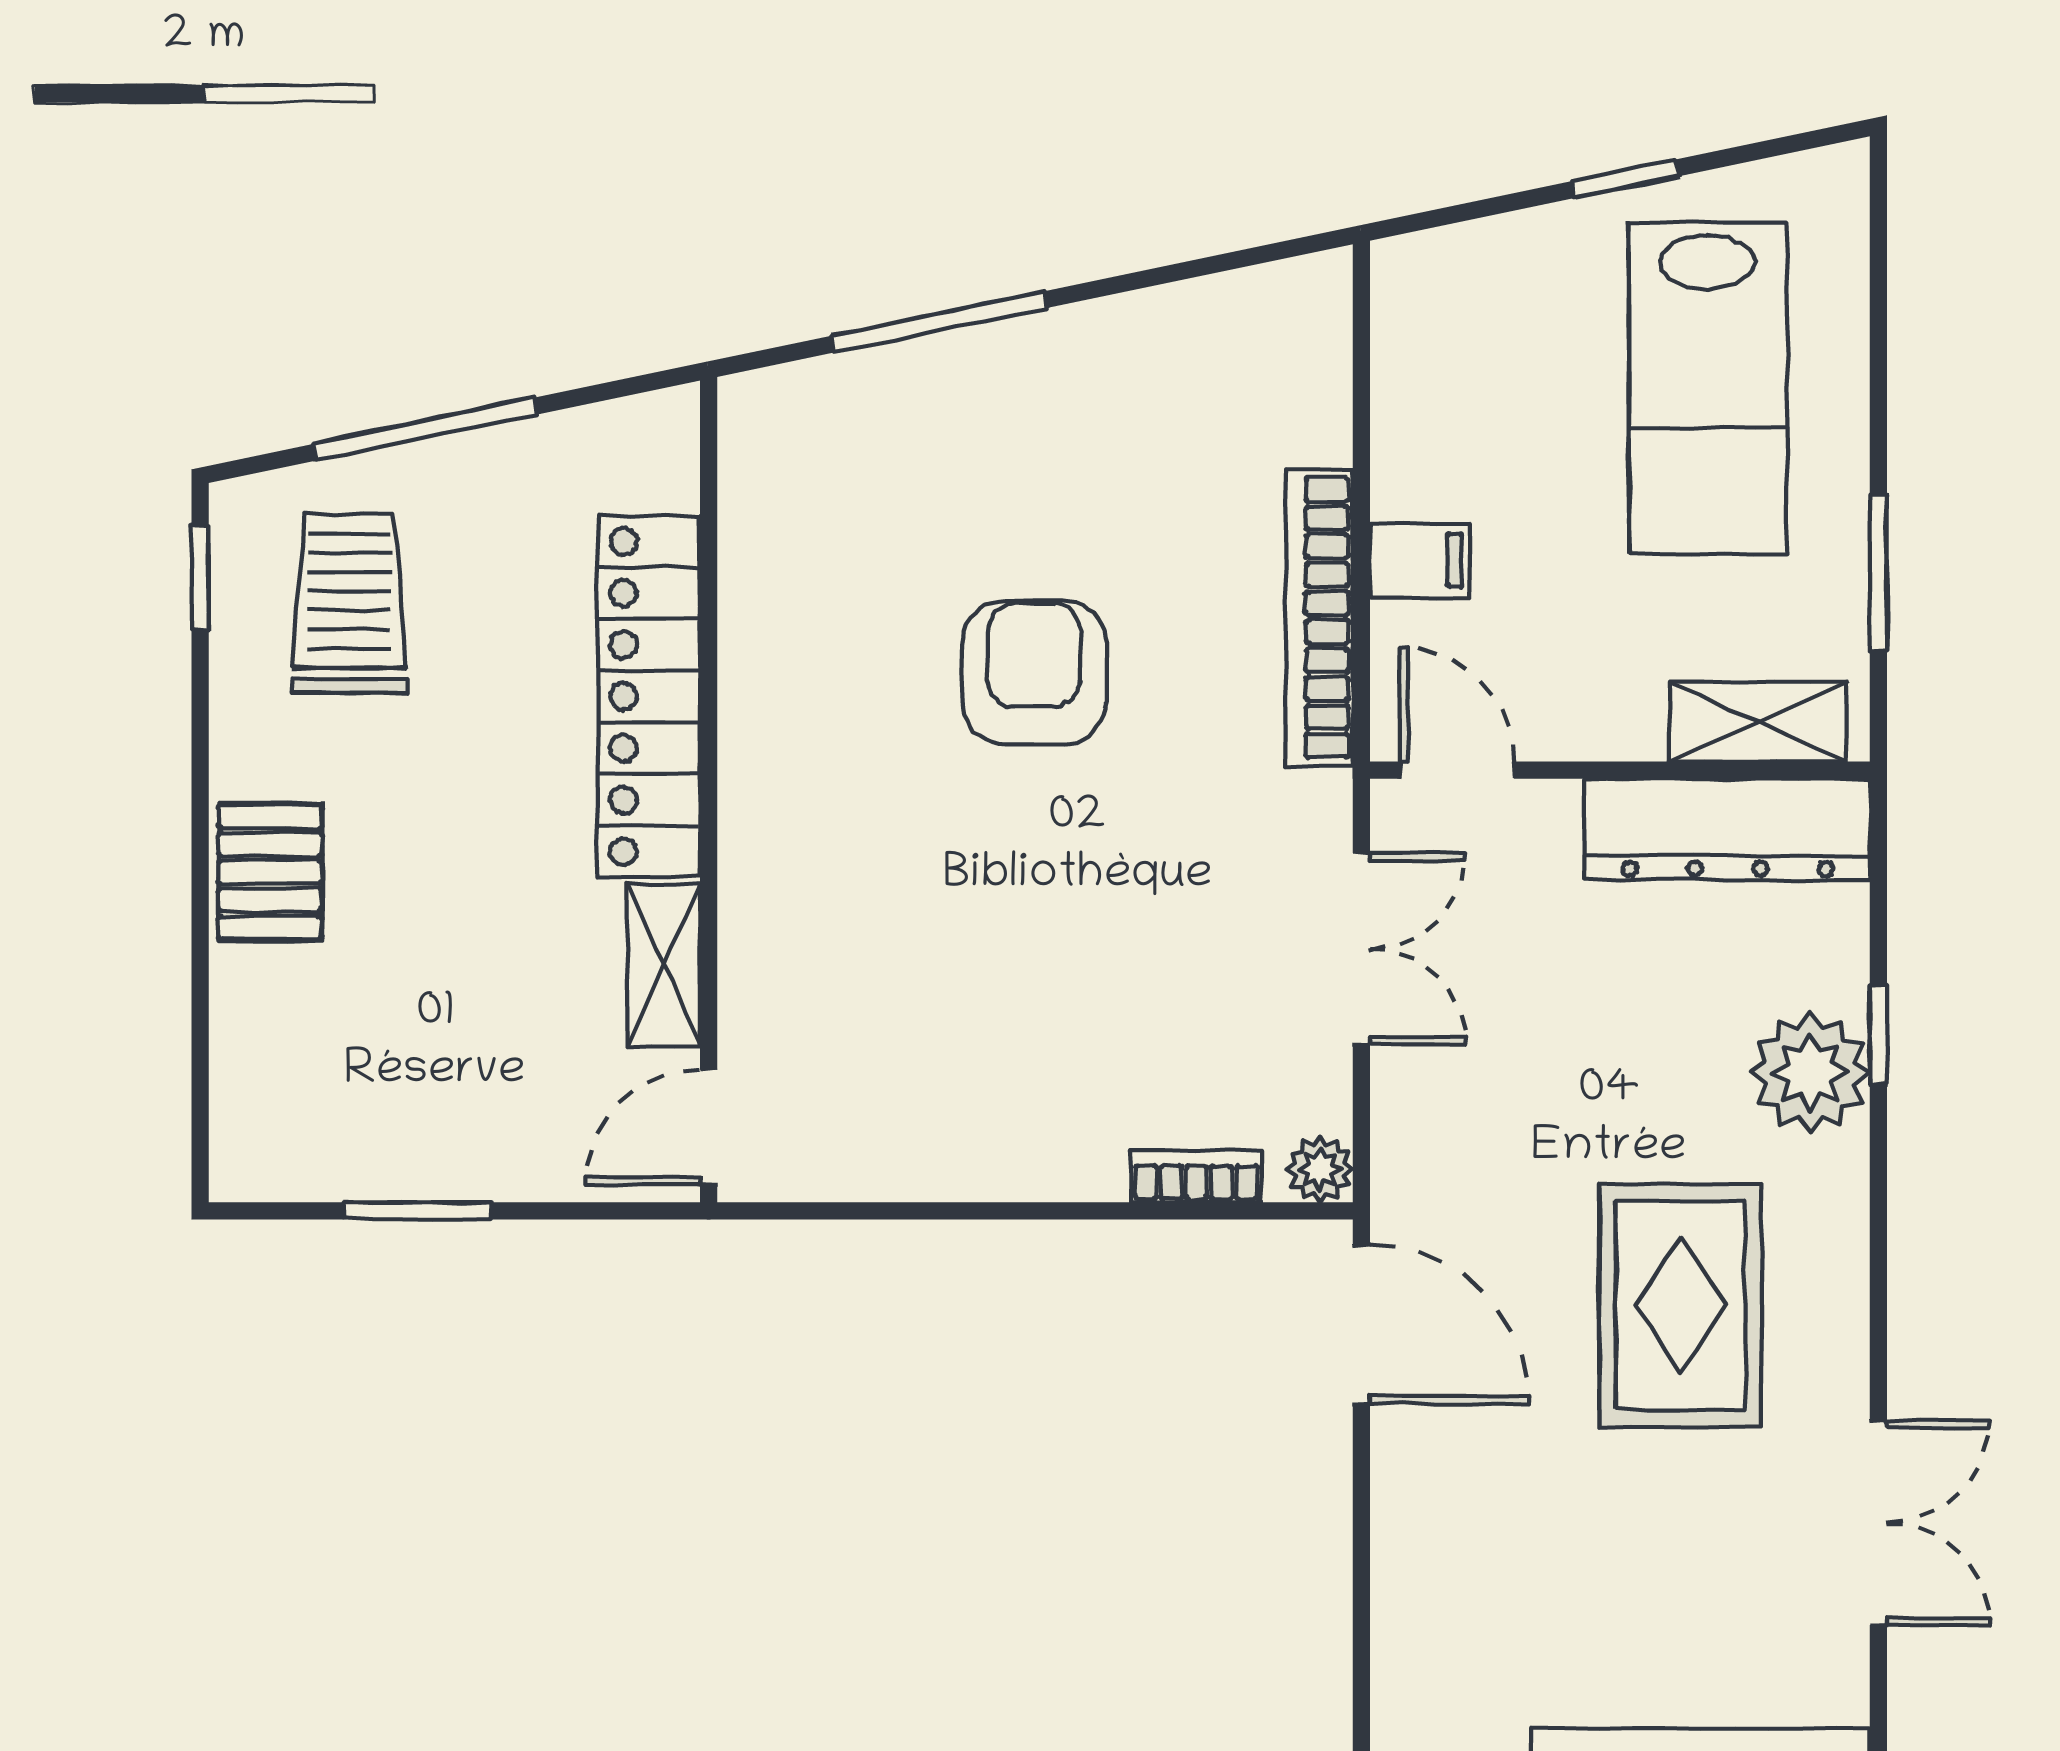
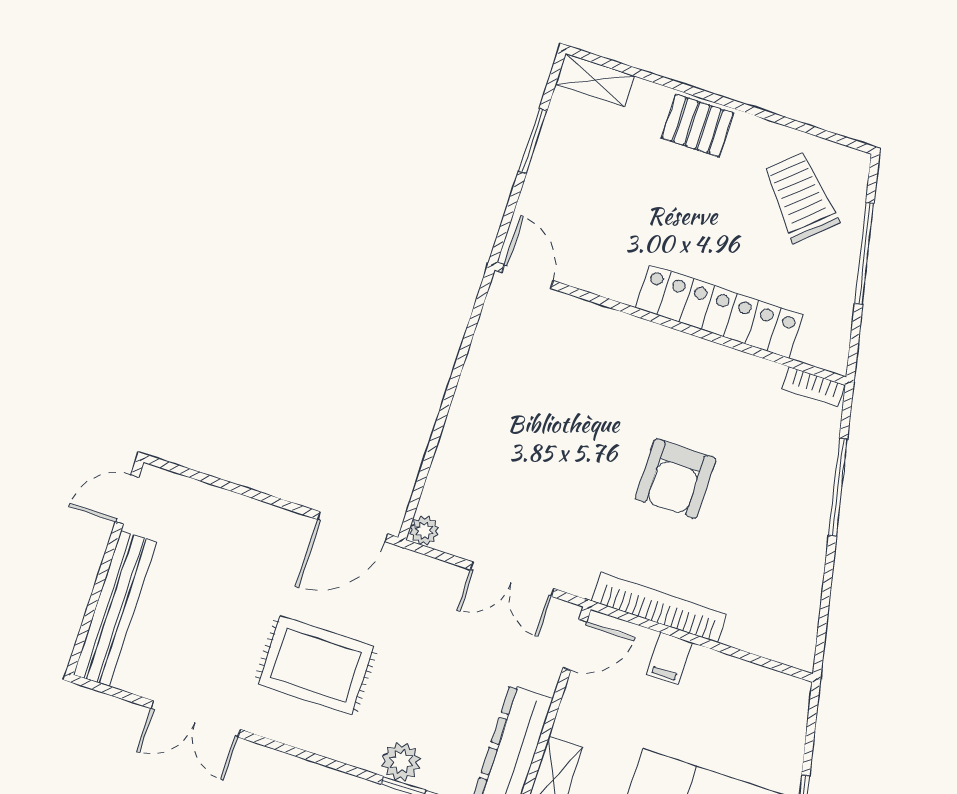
window: (200, 578) -> (832, 137), removed
trolley: (349, 604) -> (801, 197), turned -132
armchair: (1034, 672) -> (676, 479), turned 90
shelving: (664, 965) -> (595, 80), moved
plant: (1810, 1073) -> (401, 762), width x0.73, depth x0.73
bookcase: (1196, 1176) -> (813, 387), moved, turned 90

